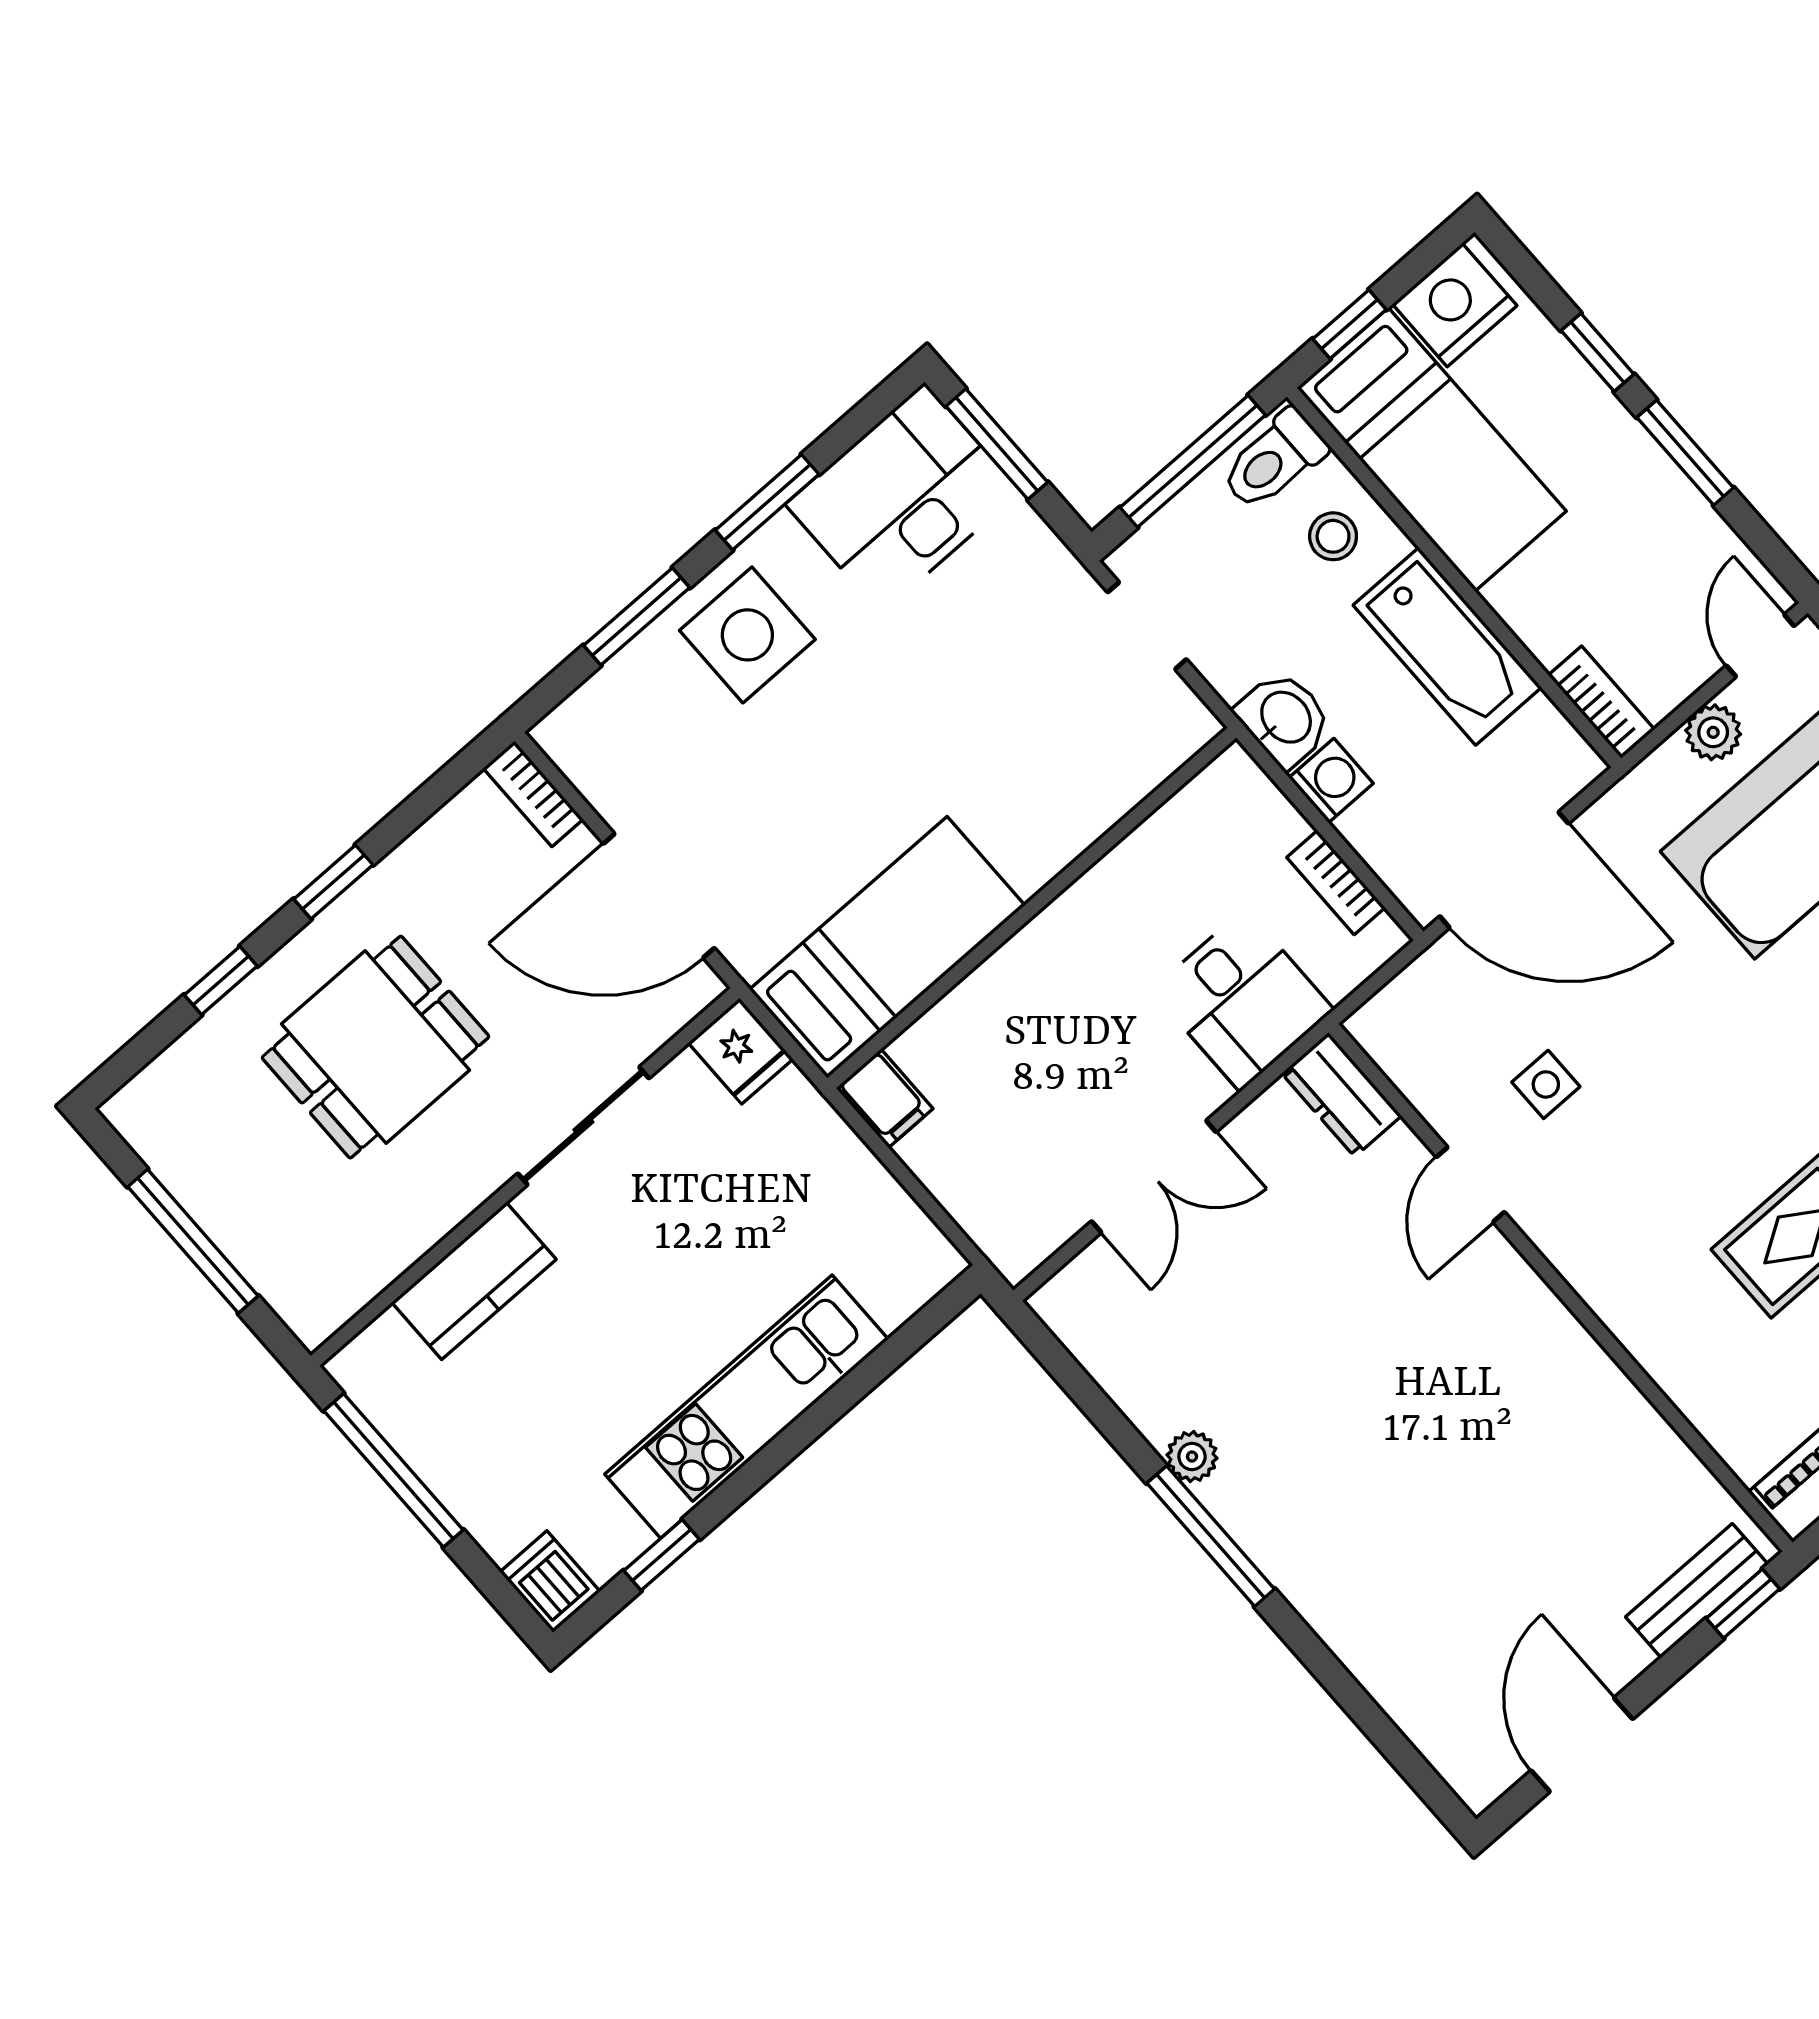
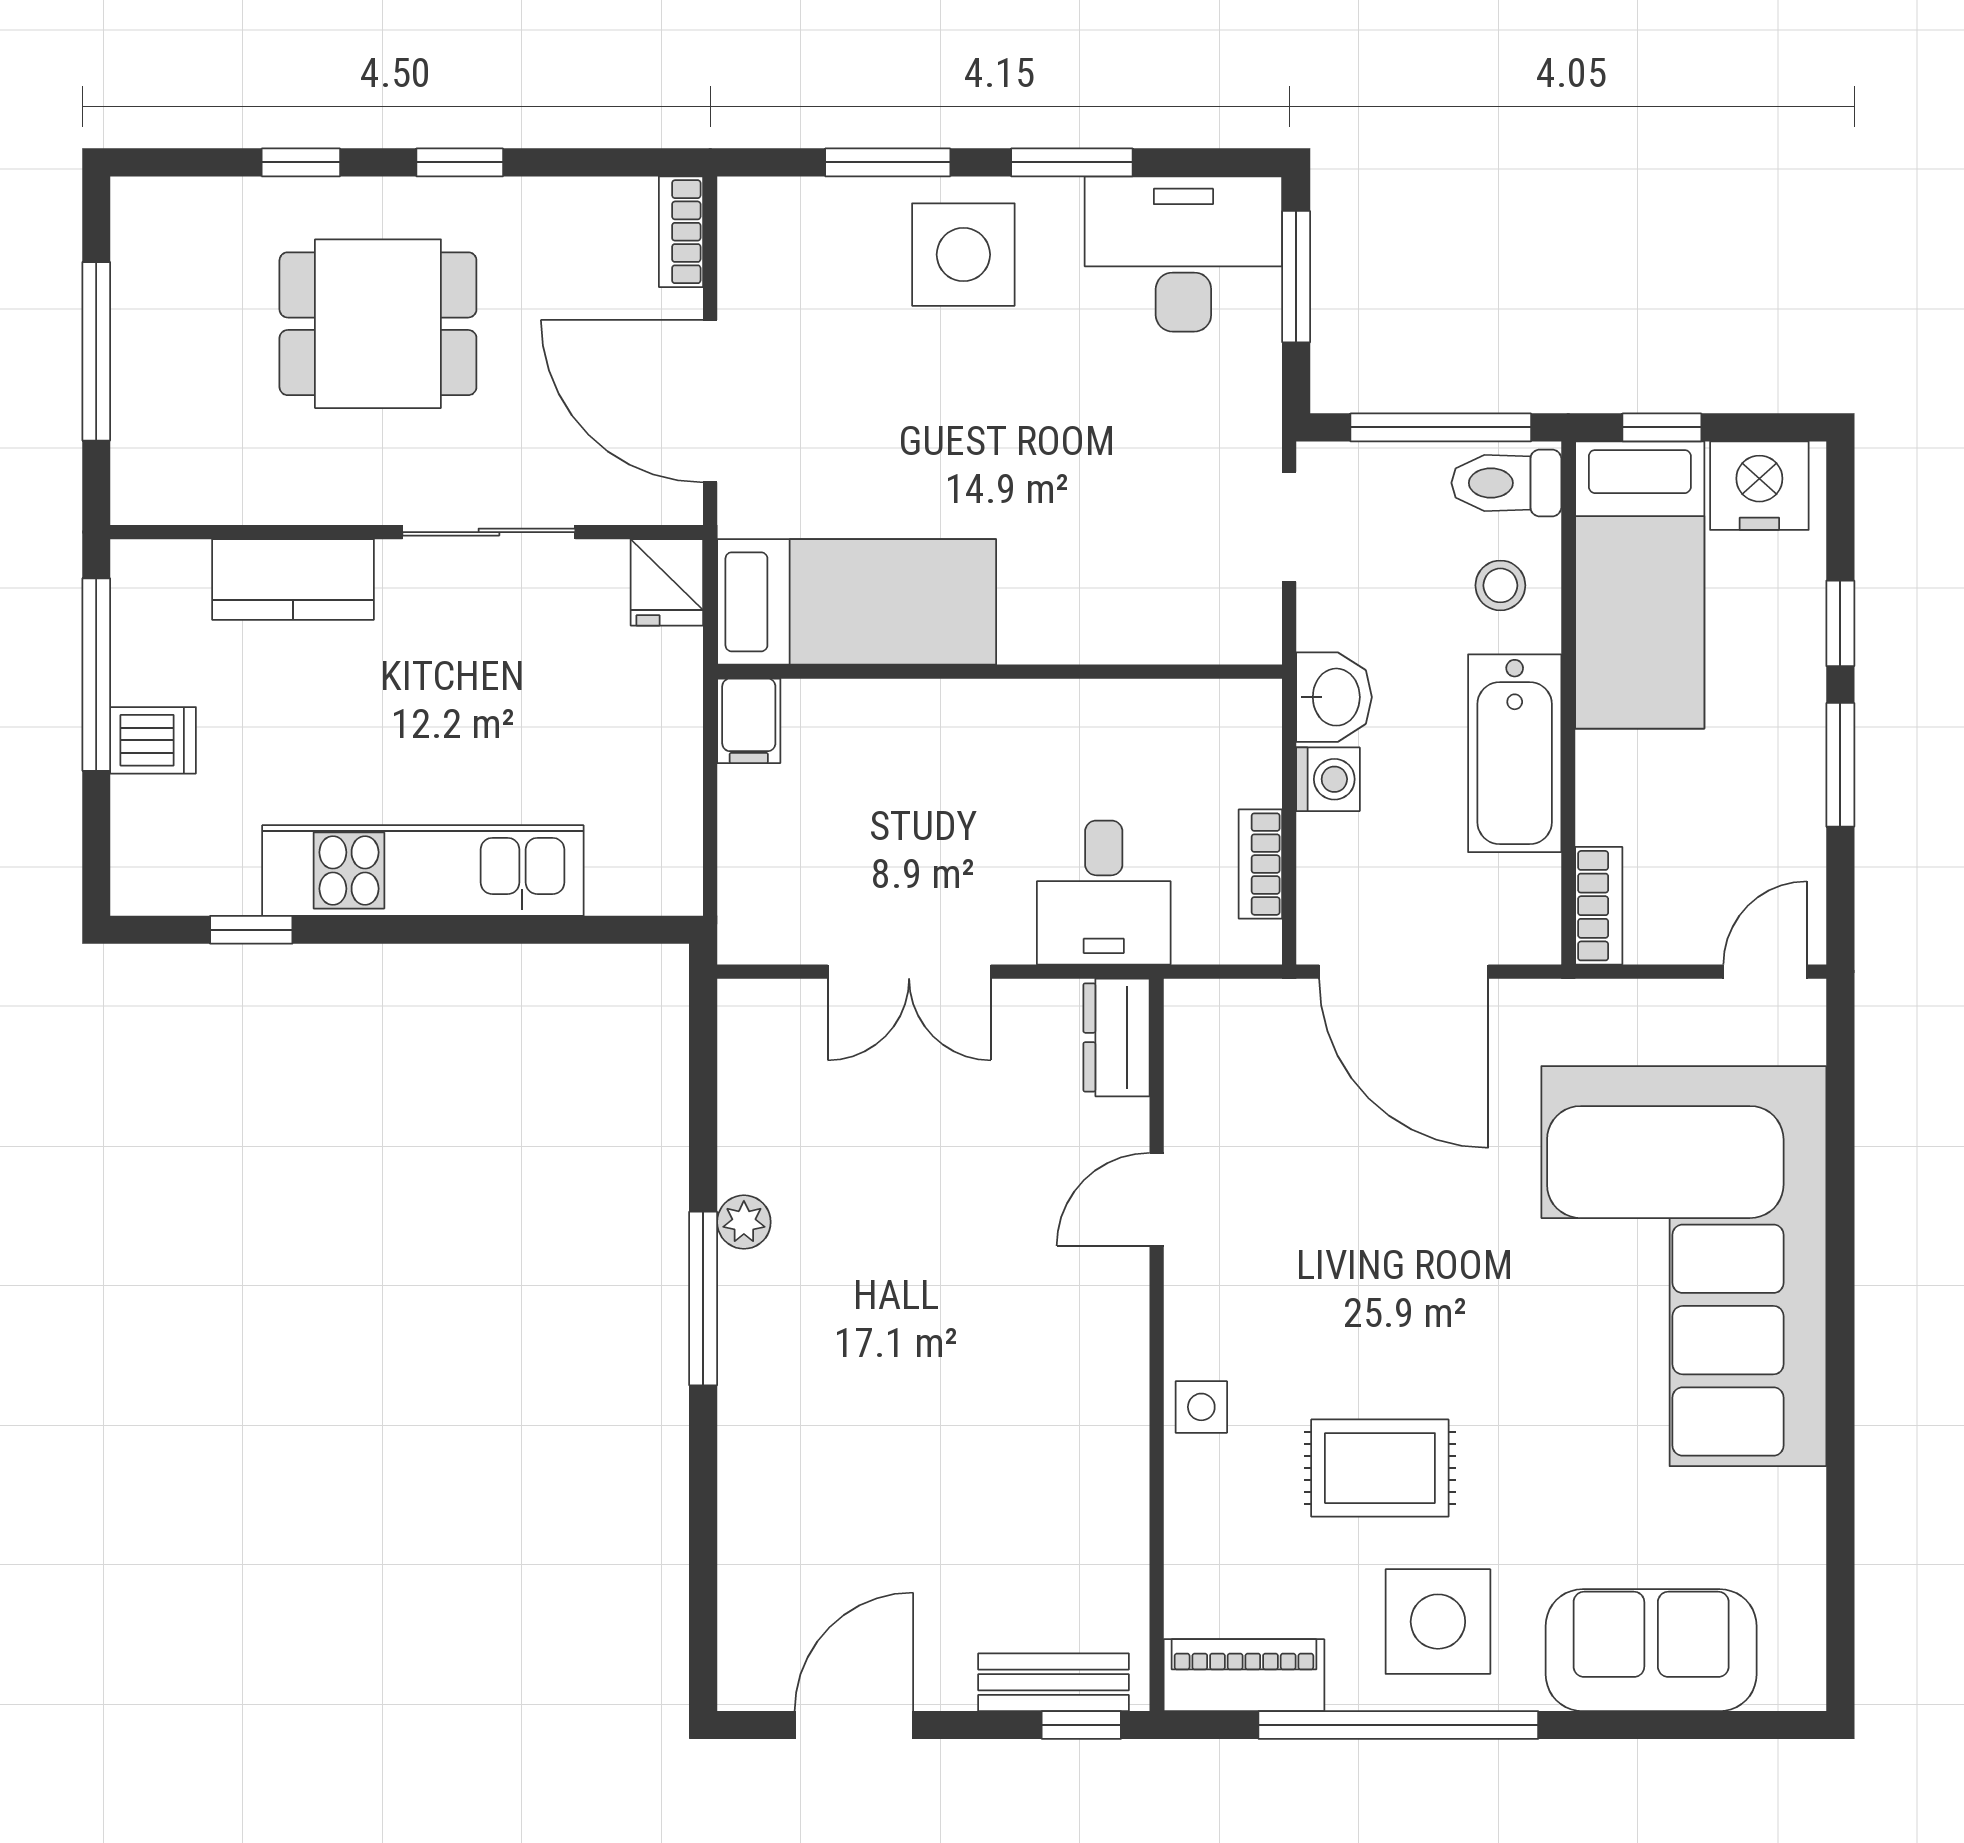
plant: (1713, 732) -> (1667, 1008), removed
side table: (1546, 1084) -> (1201, 1407), moved
dishwasher: (550, 1582) -> (153, 740), moved, turned 90

